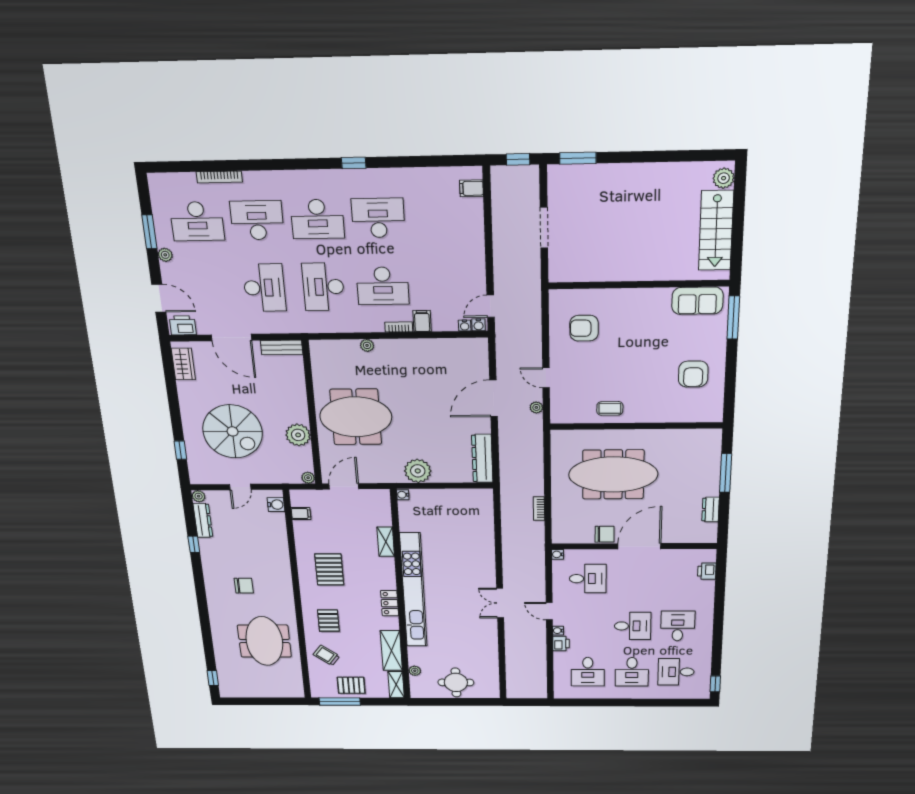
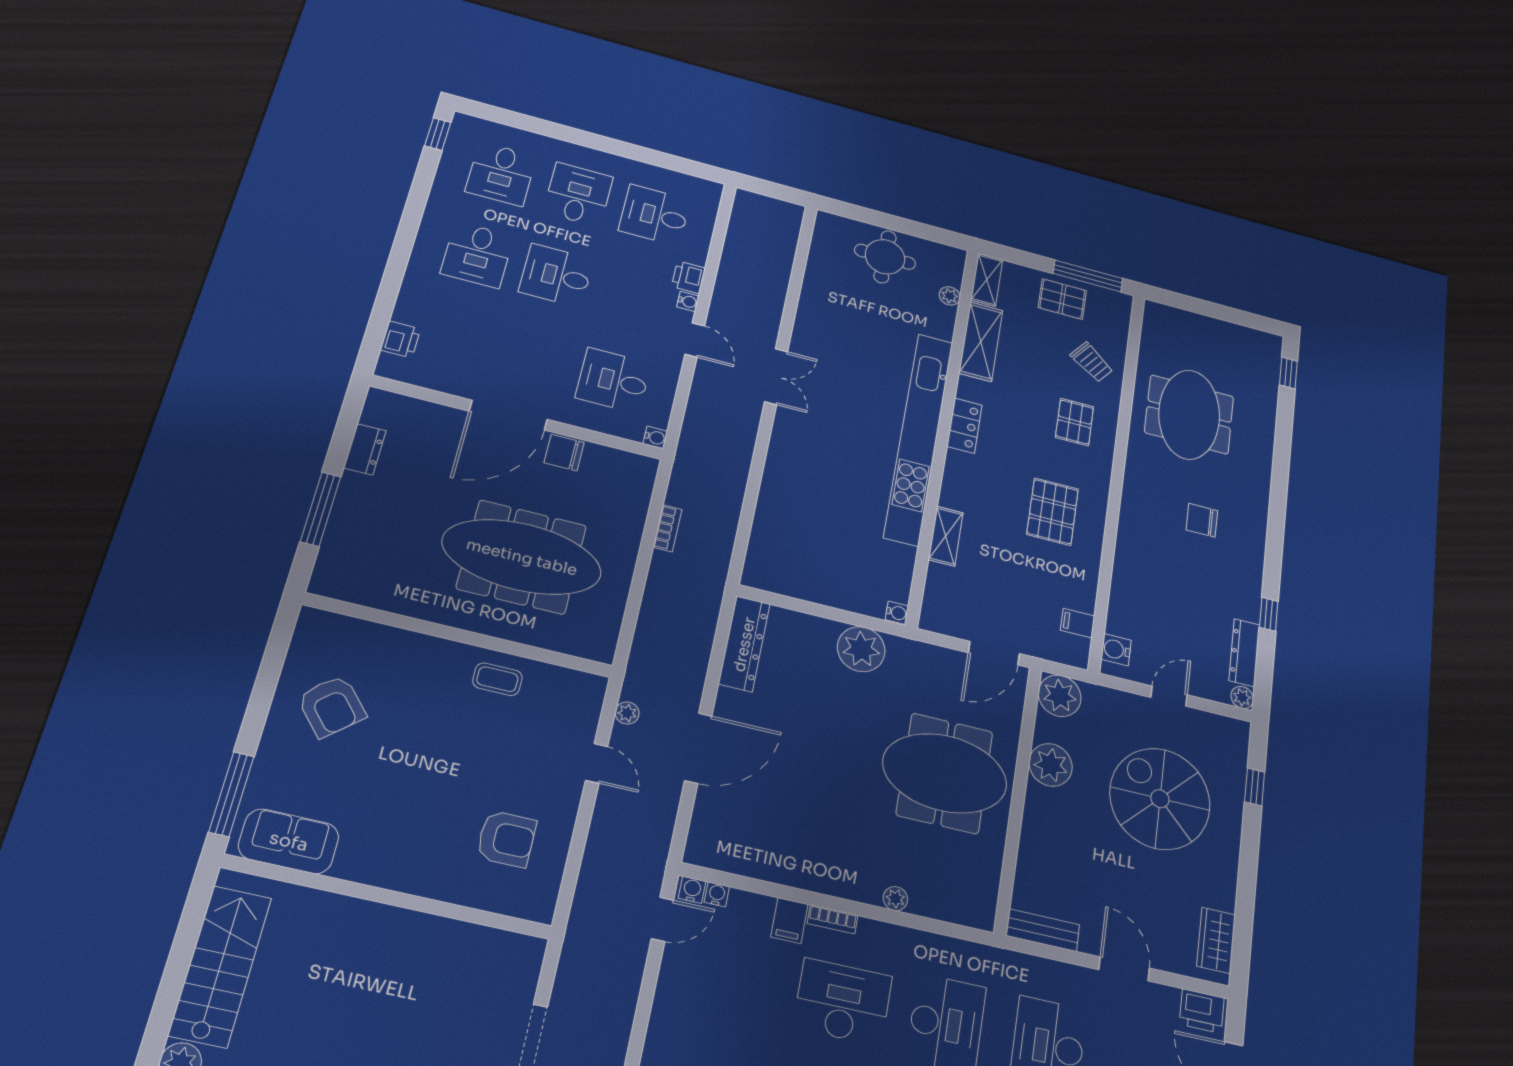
door: (231, 338) -> (1124, 969), width x0.73
armchair: (693, 374) -> (332, 706), turned 139
plant: (308, 478) -> (1060, 696), width x1.87, depth x1.87
desk: (588, 672) -> (655, 215), turned -90
desk: (676, 672) -> (501, 174), turned 90

